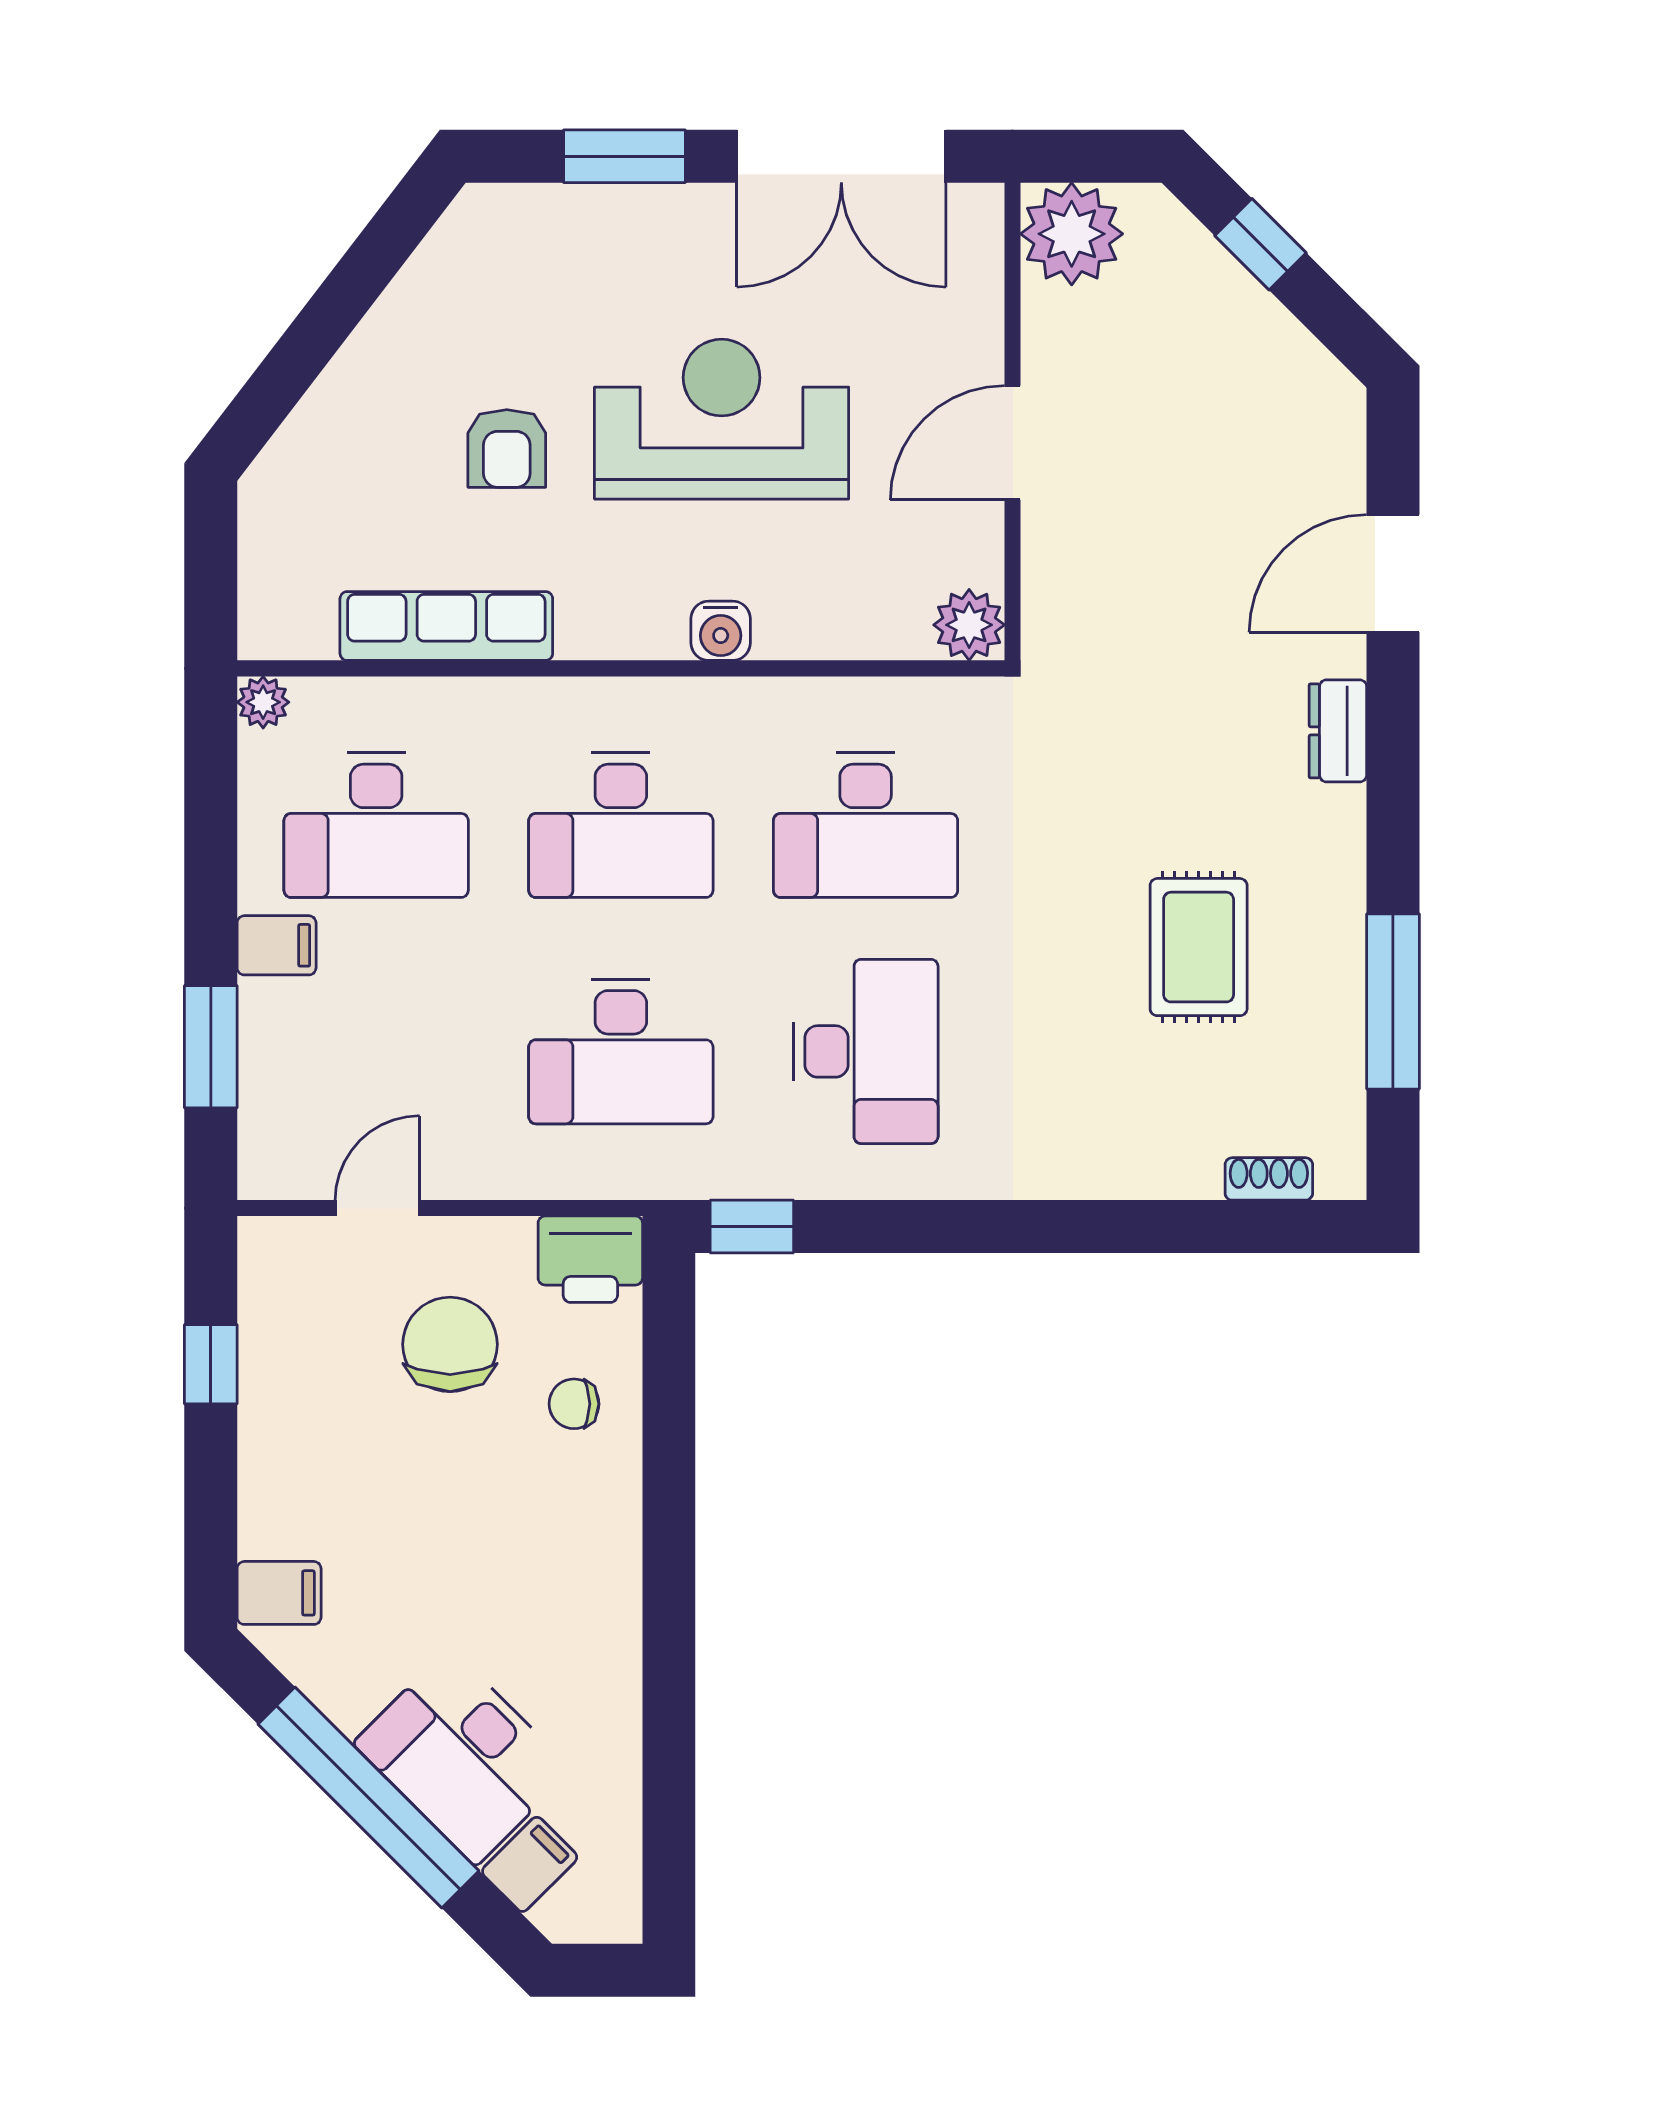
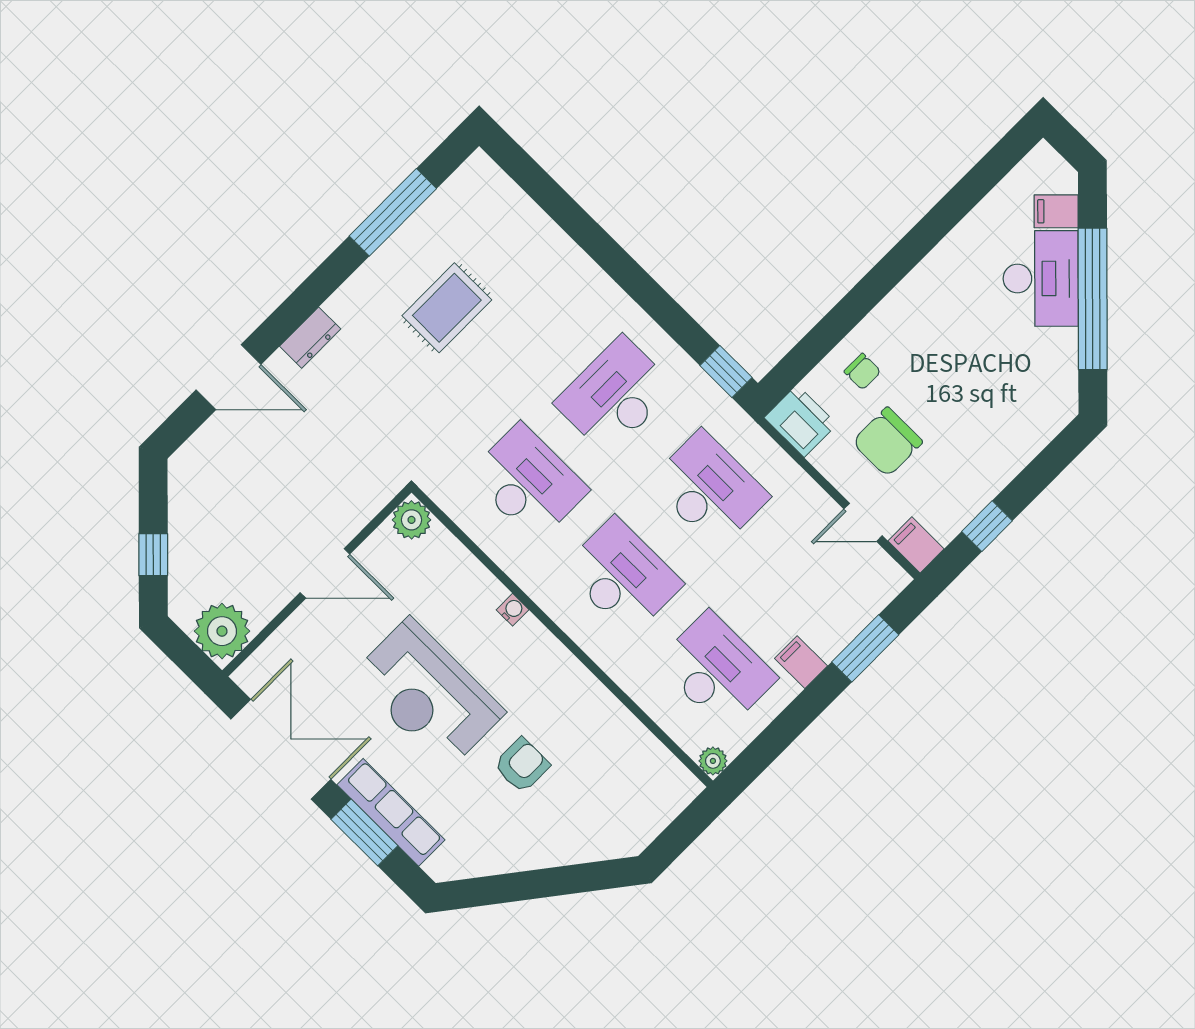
row of seats: (446, 626) -> (391, 812), moved, turned 180
water cooler: (721, 631) -> (513, 610), width x0.72, depth x0.72
shoe rack: (1269, 1179) -> (509, 192), removed
filing cabinet: (279, 1593) -> (916, 545), moved

